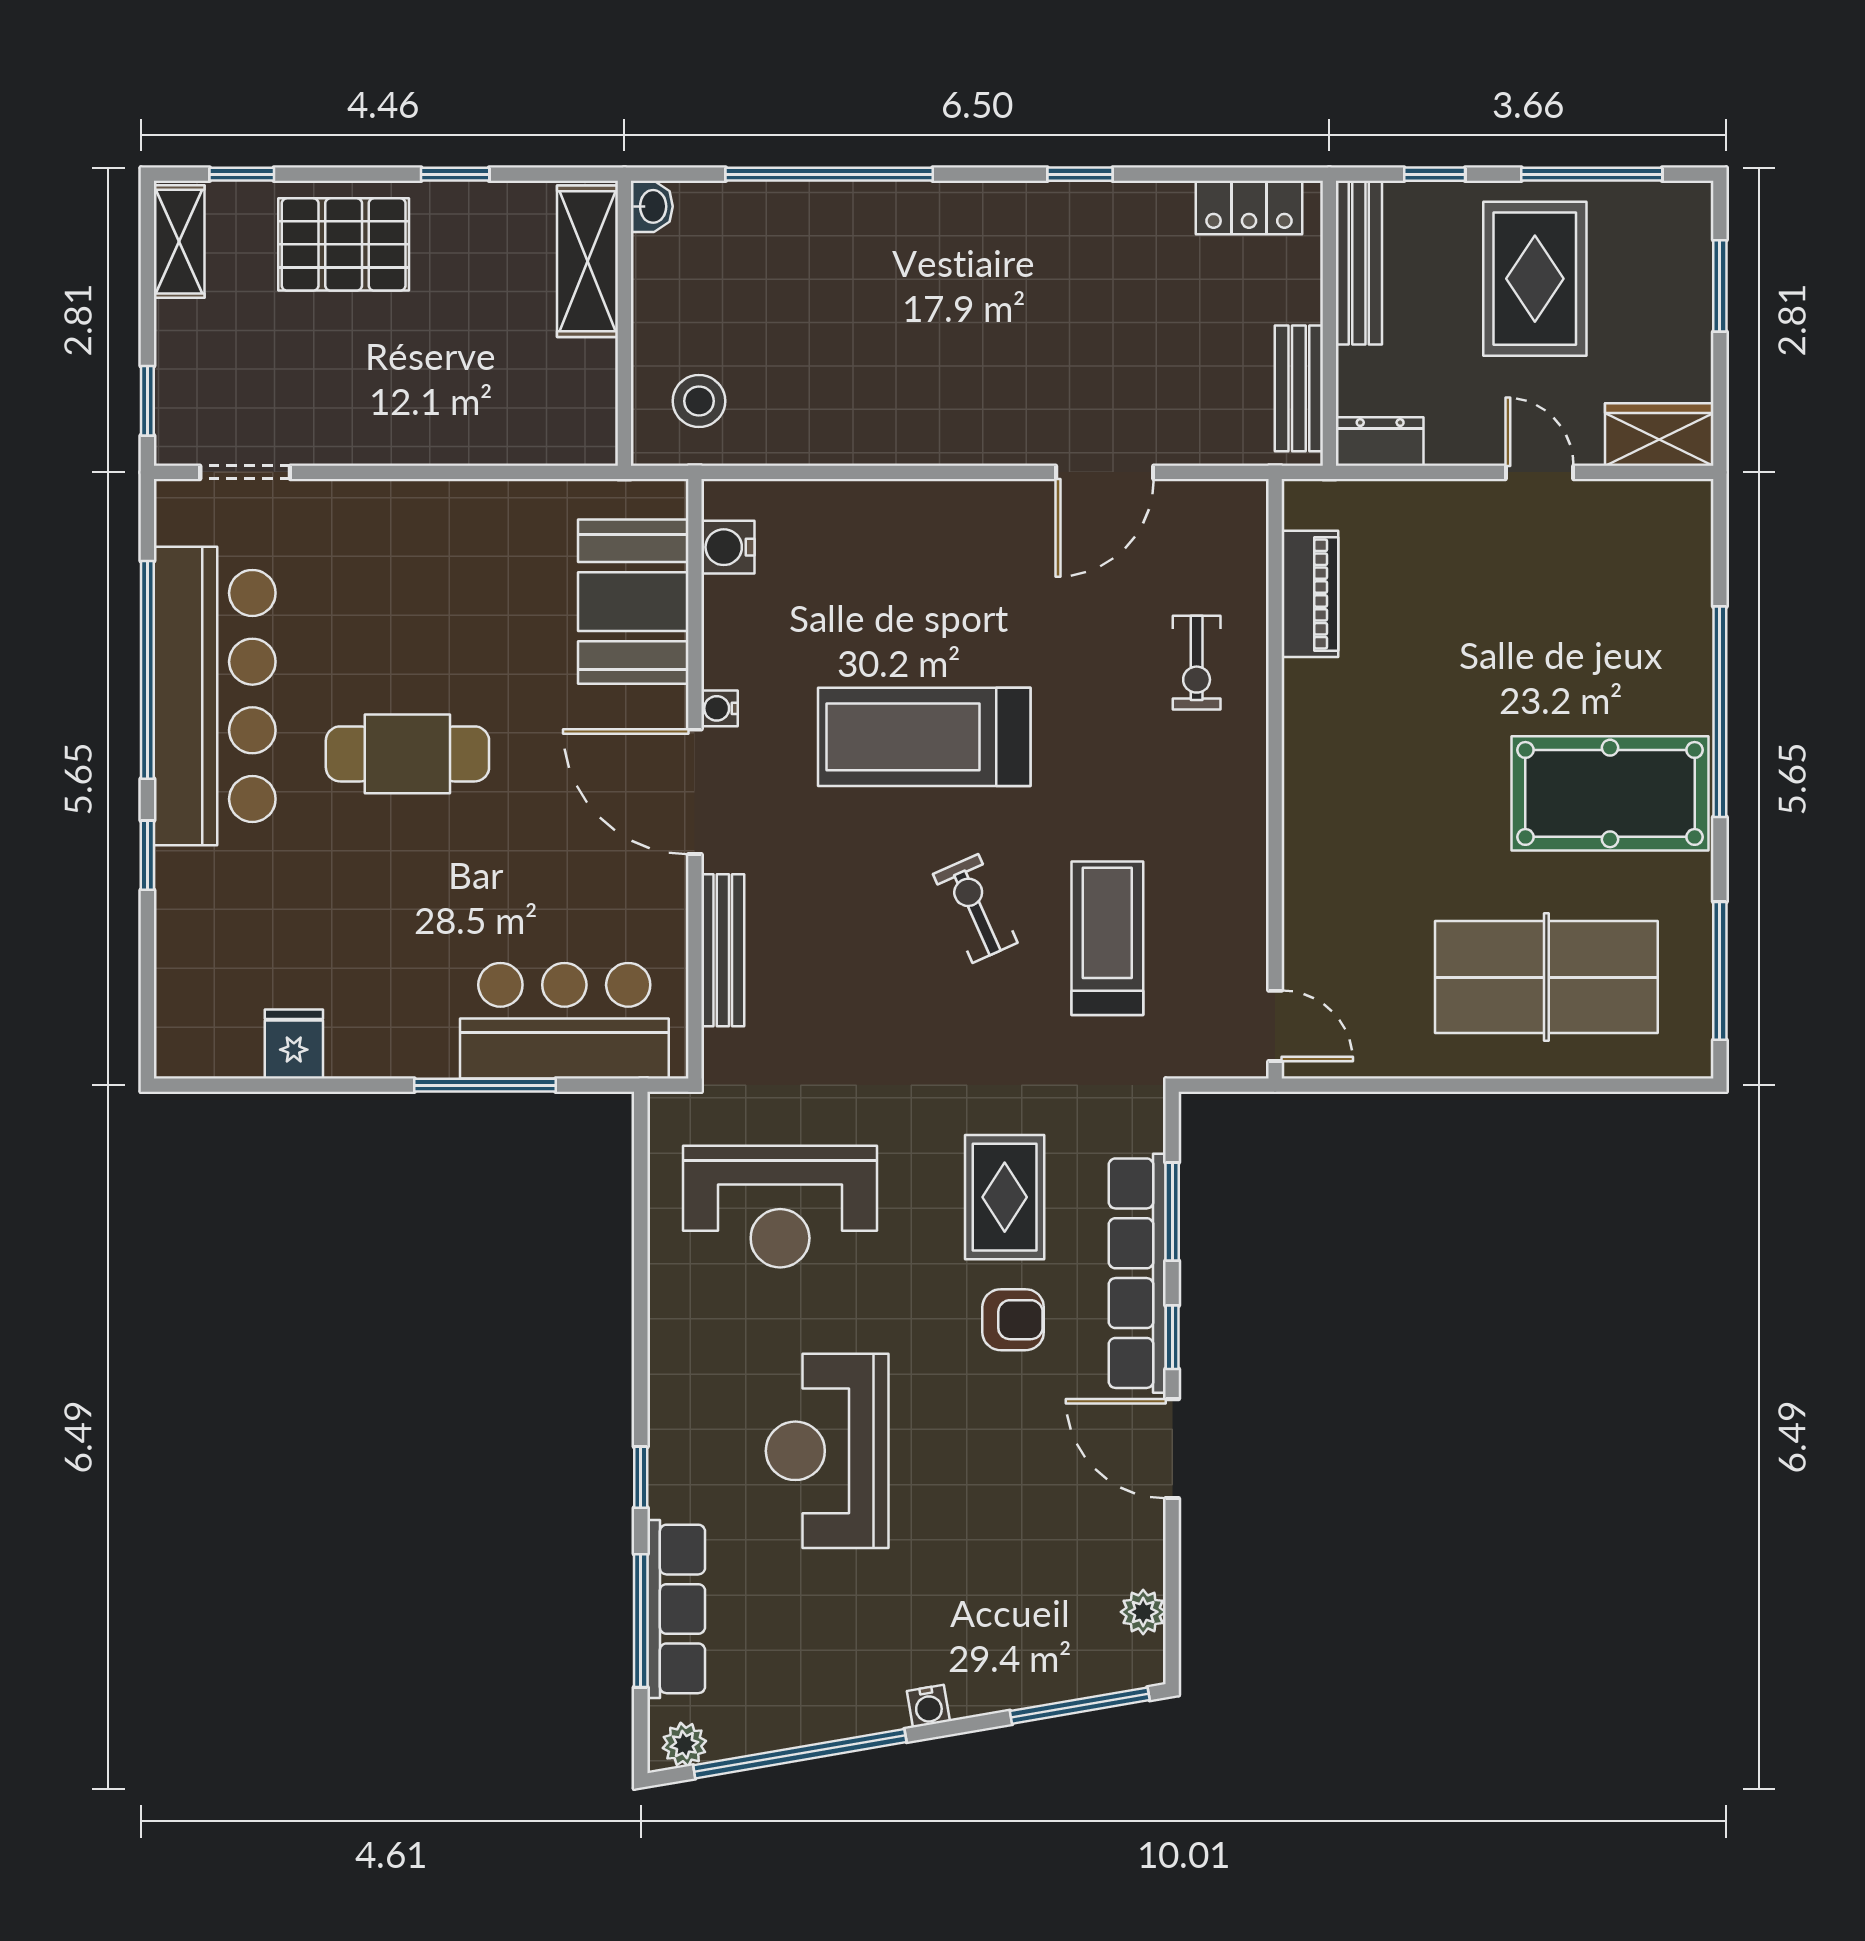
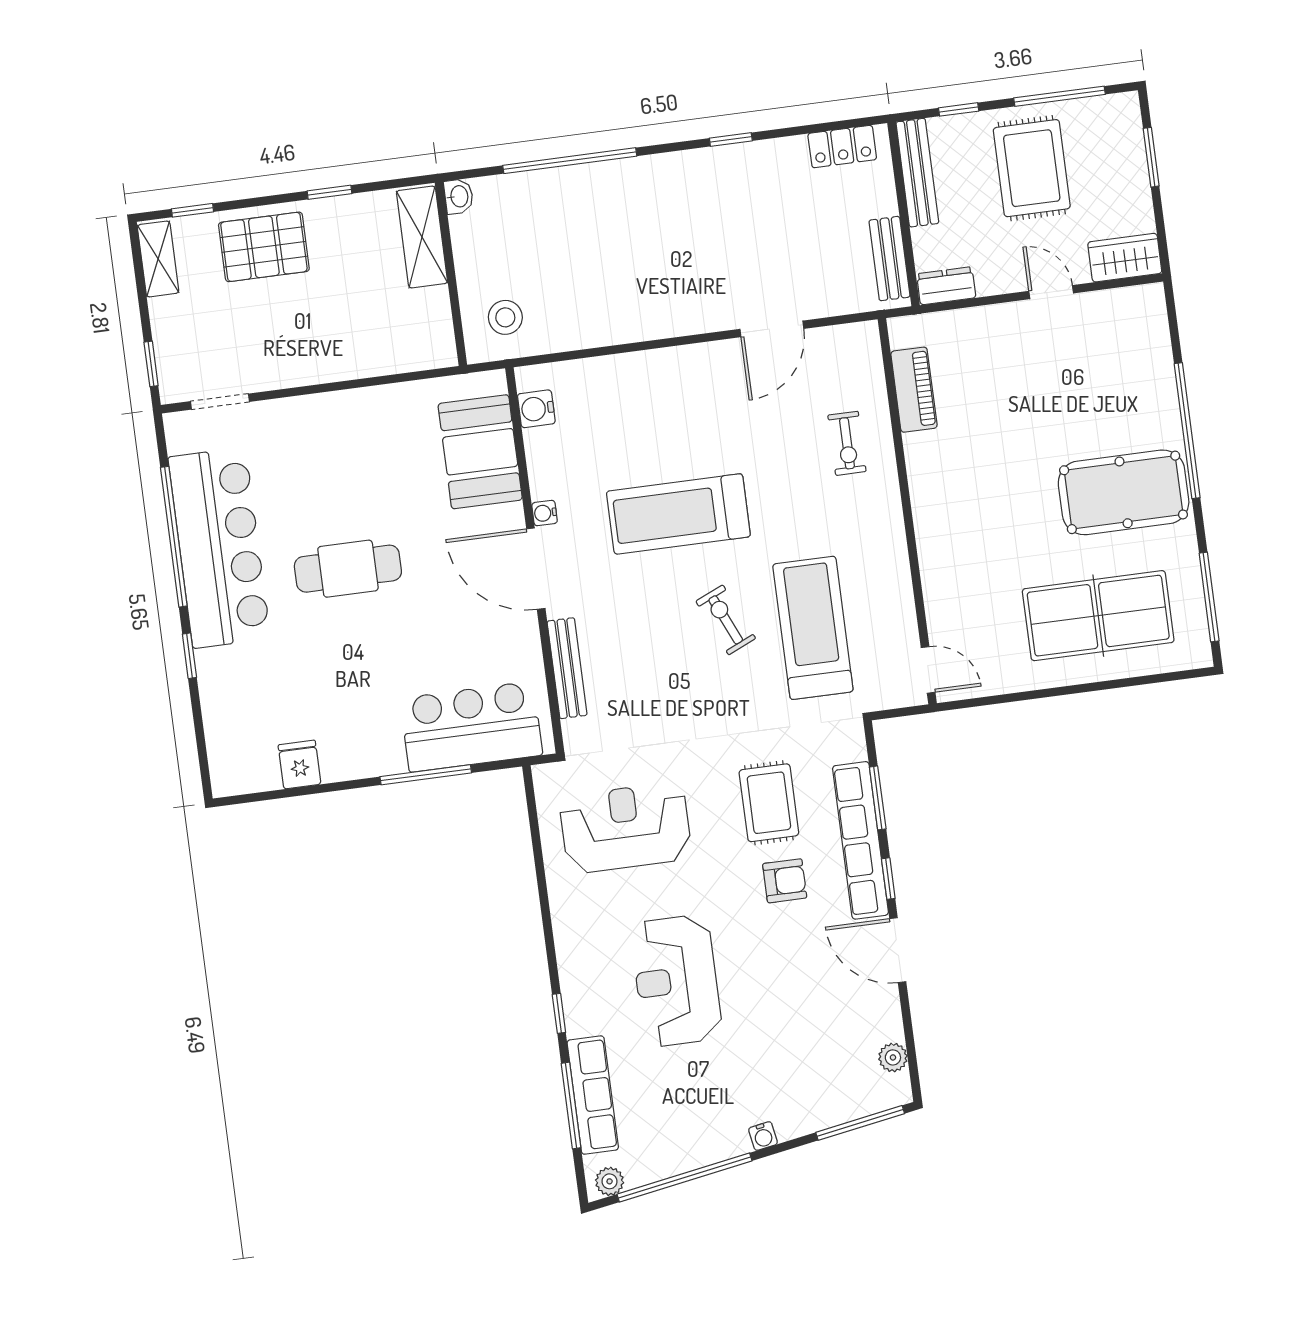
treadmill: (1107, 938) -> (813, 628), width x1.37, depth x1.38
reception desk: (780, 1207) -> (625, 828), turned 180

